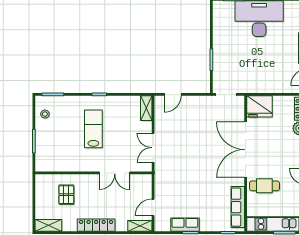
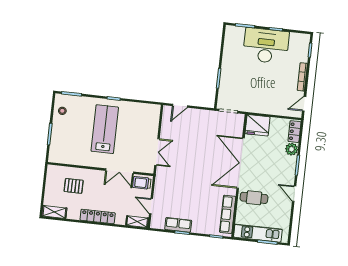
shelving: (146, 108) -> (155, 116), removed
lab bench: (93, 129) -> (105, 129), width x1.36, depth x1.39
double door: (153, 148) -> (157, 152), swing flipped
trolley: (140, 183) -> (142, 183), added
pallet: (66, 195) -> (74, 186), turned 90
door: (153, 207) -> (151, 206), hinge flipped

